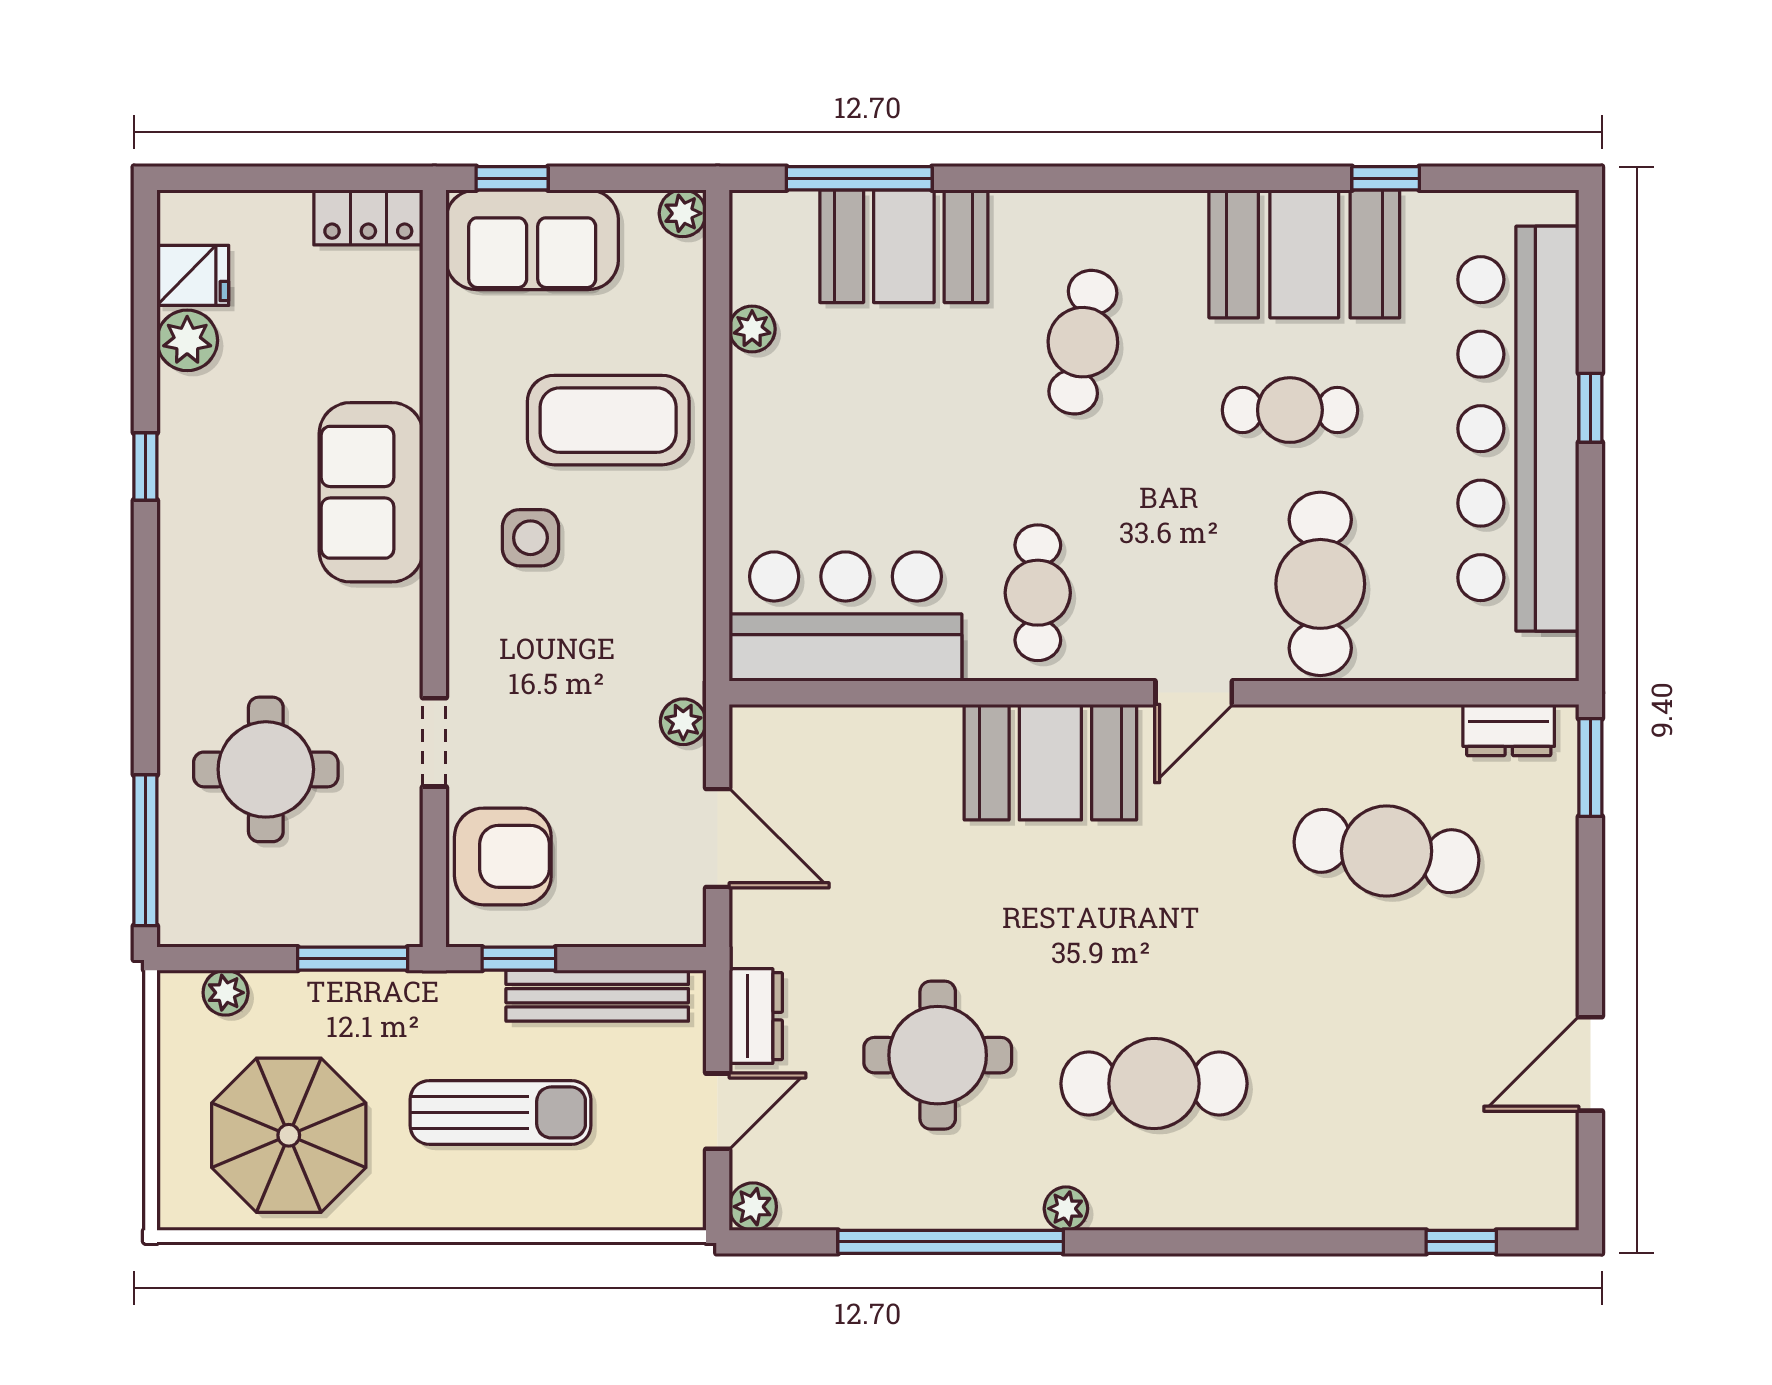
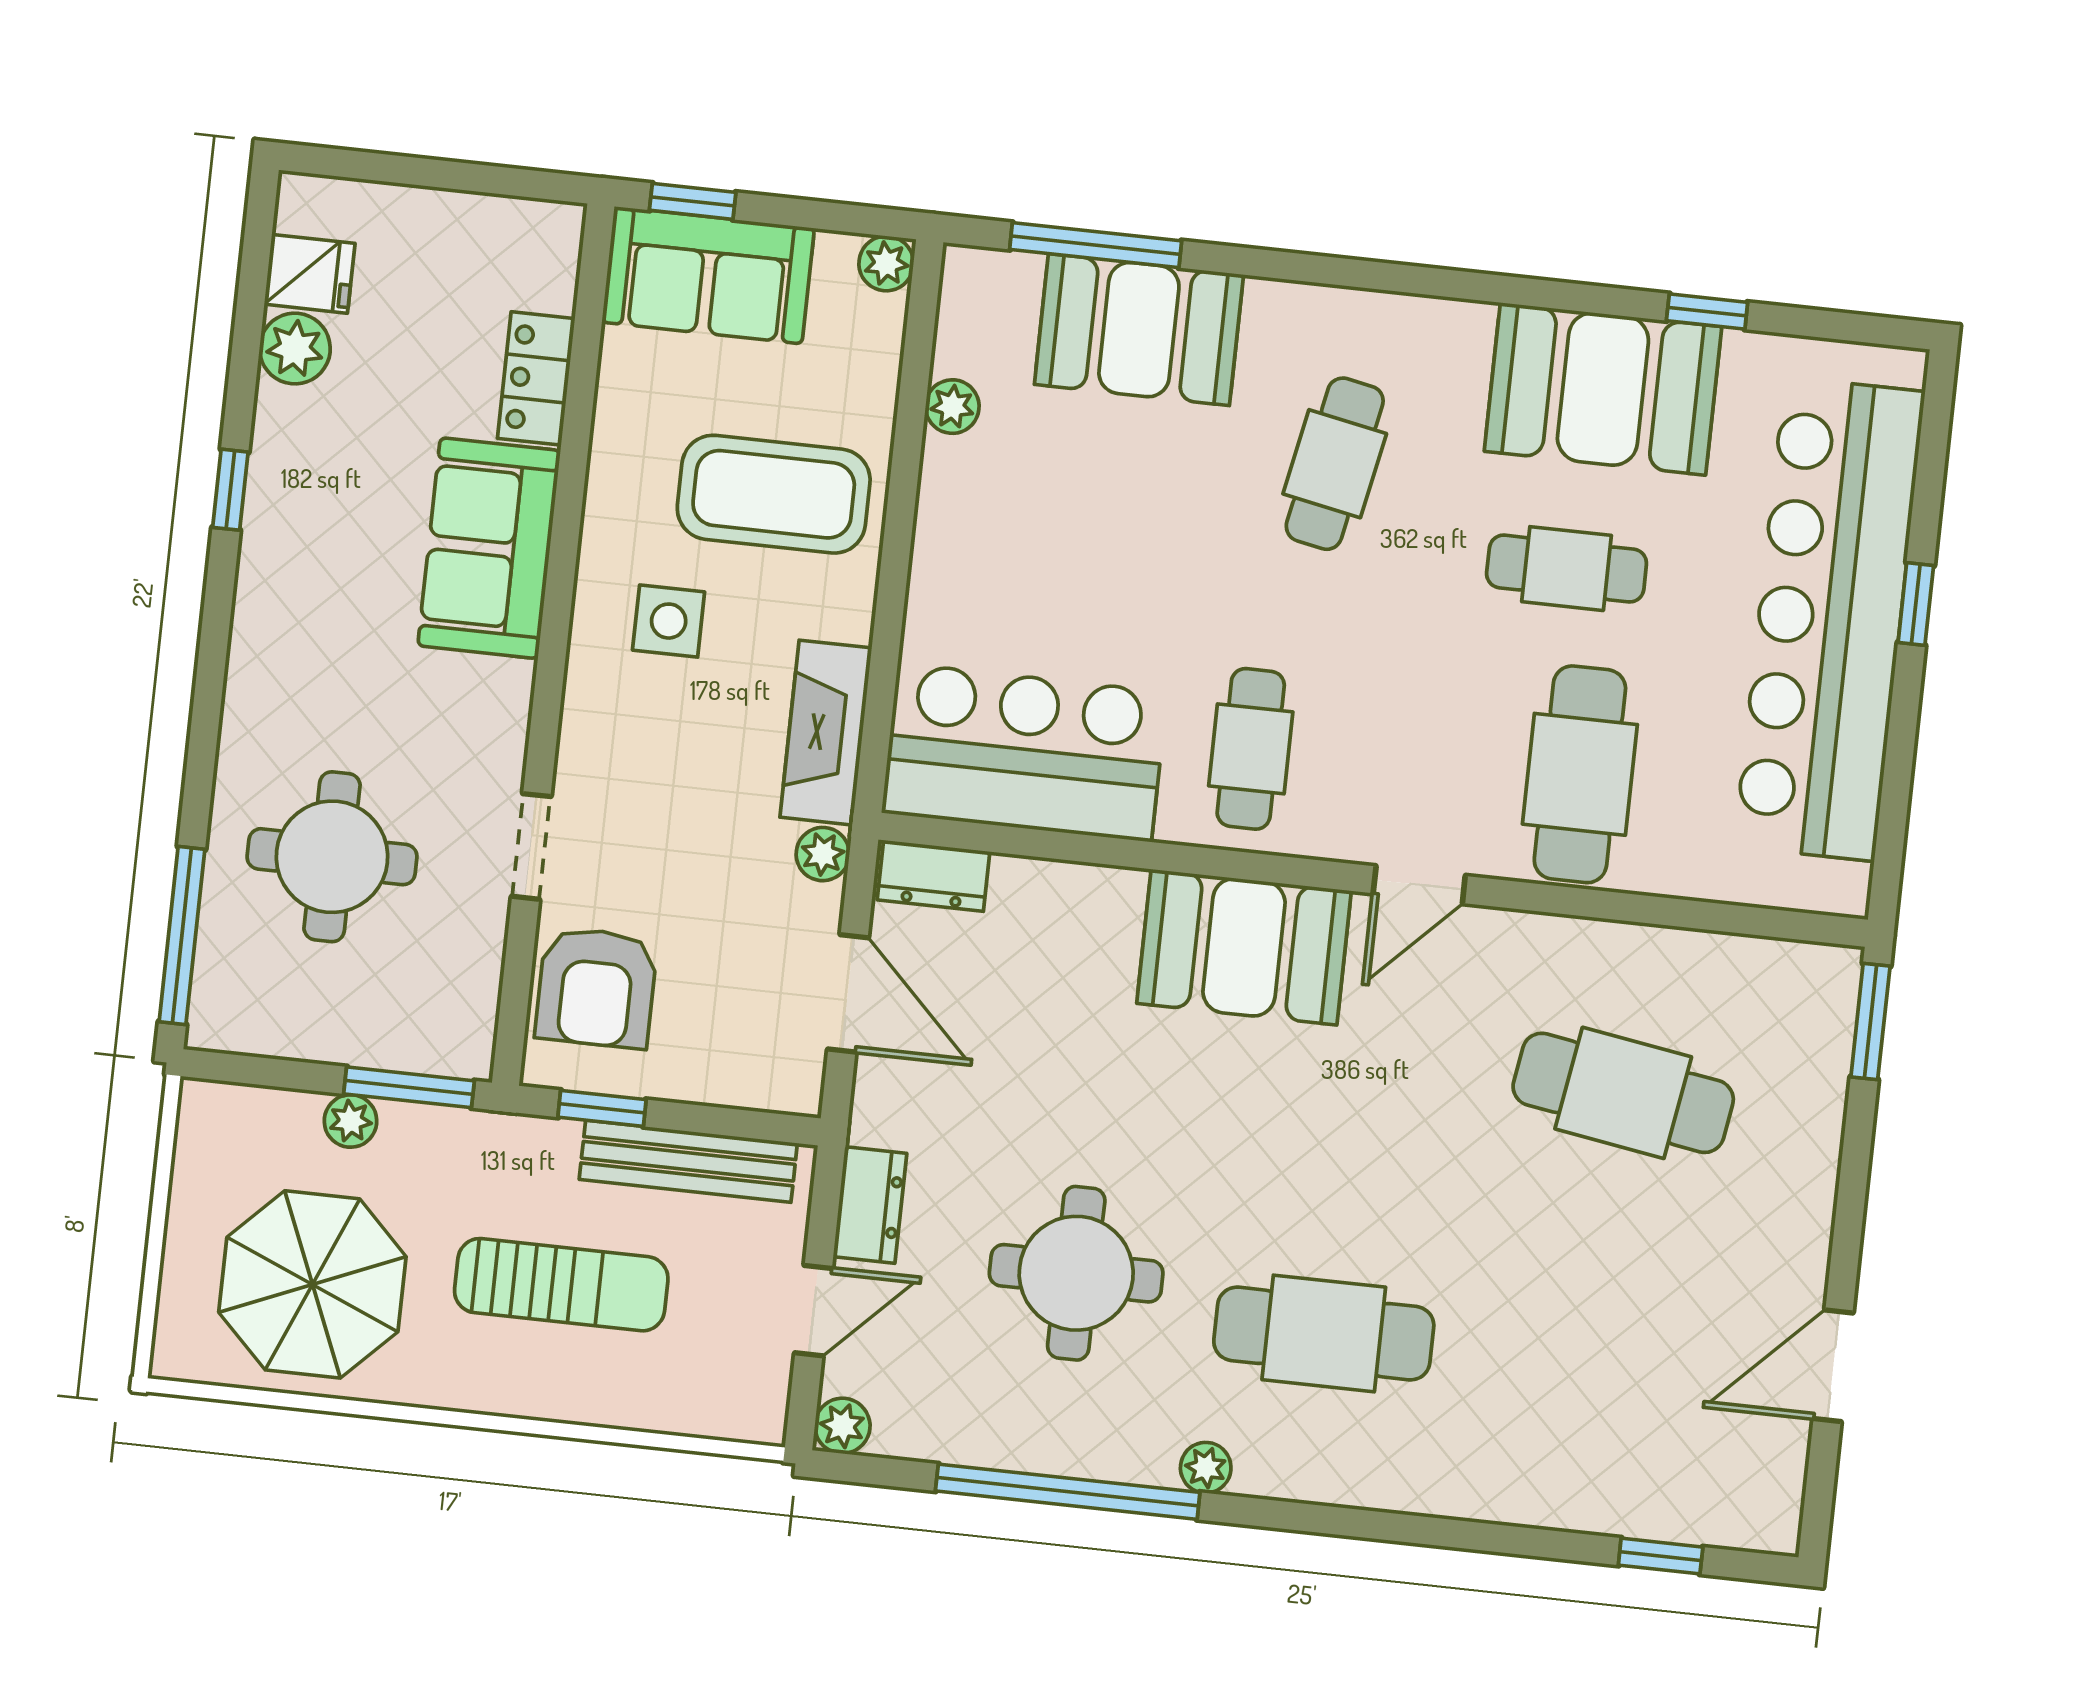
locker: (368, 217) -> (536, 378), moved, turned 90
fireplace: (675, 618) -> (826, 733), added
dresser: (1509, 730) -> (934, 876), moved
armchair: (503, 856) -> (596, 988), turned 90
plant: (226, 993) -> (350, 1121), moved

